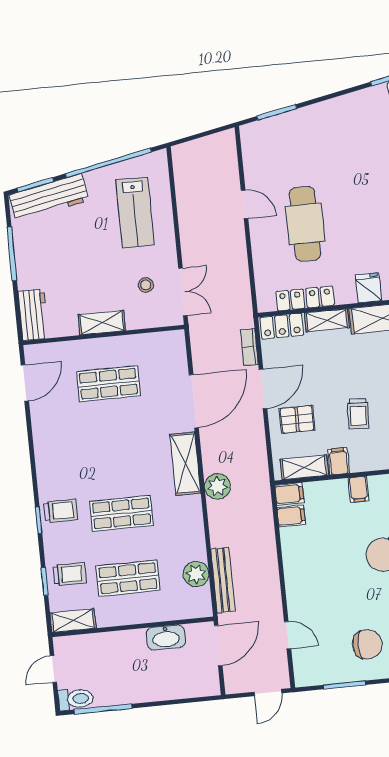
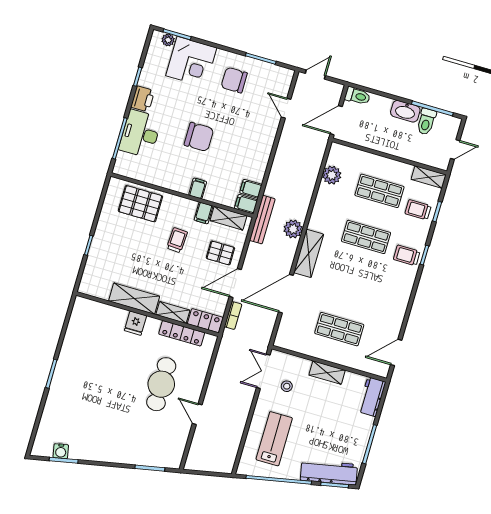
bench: (223, 580) -> (262, 220), moved
washbasin: (166, 637) -> (405, 111), moved, turned 180
toilet: (204, 687) -> (357, 96), added
toilet: (76, 699) -> (426, 122), moved, turned -90

